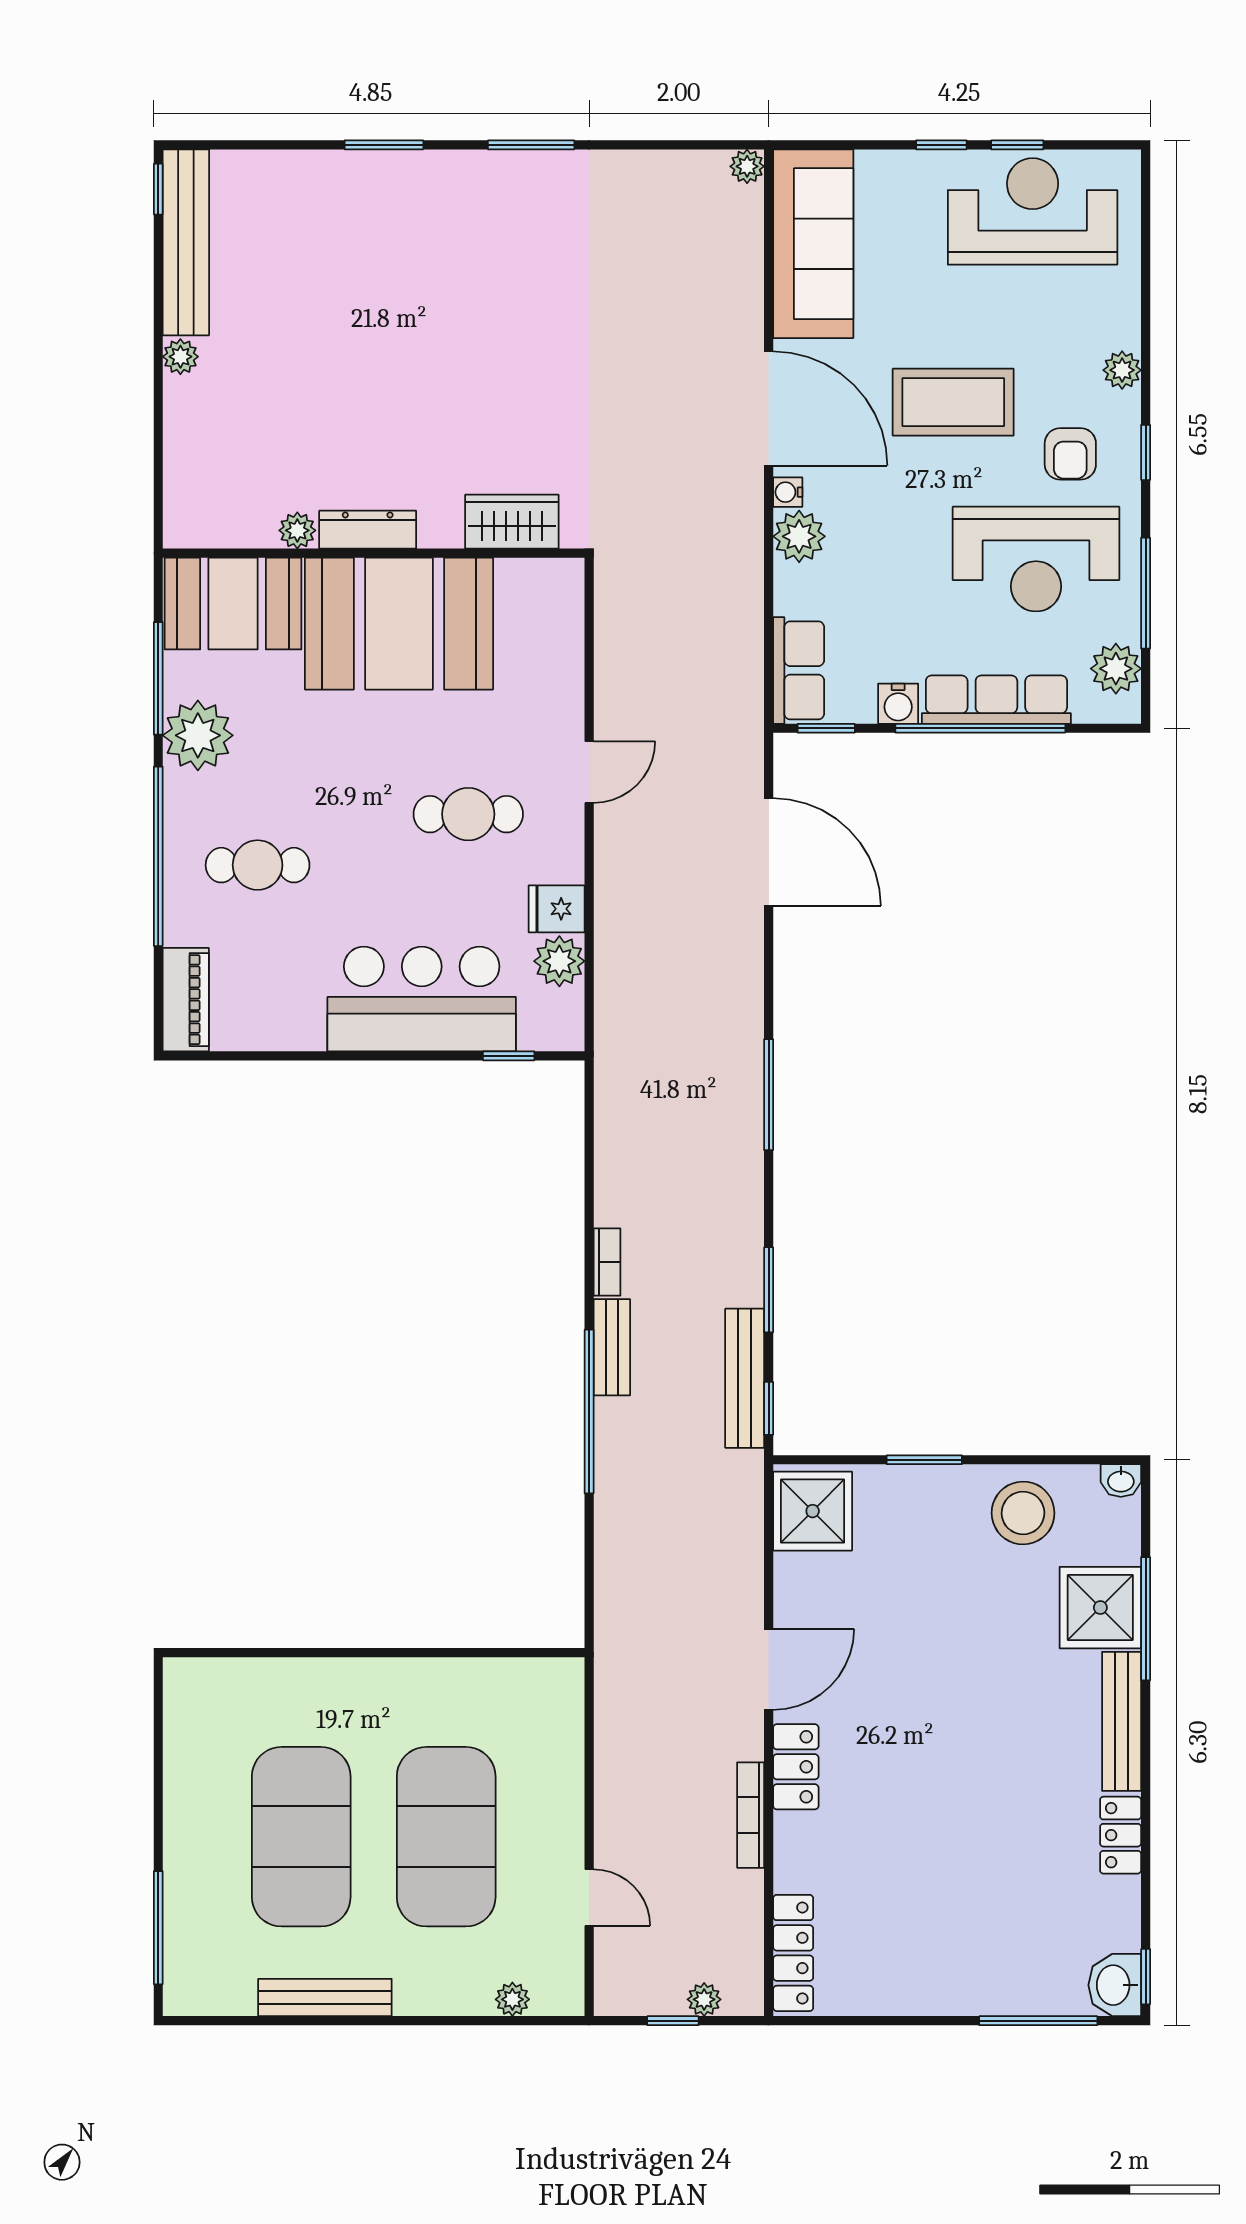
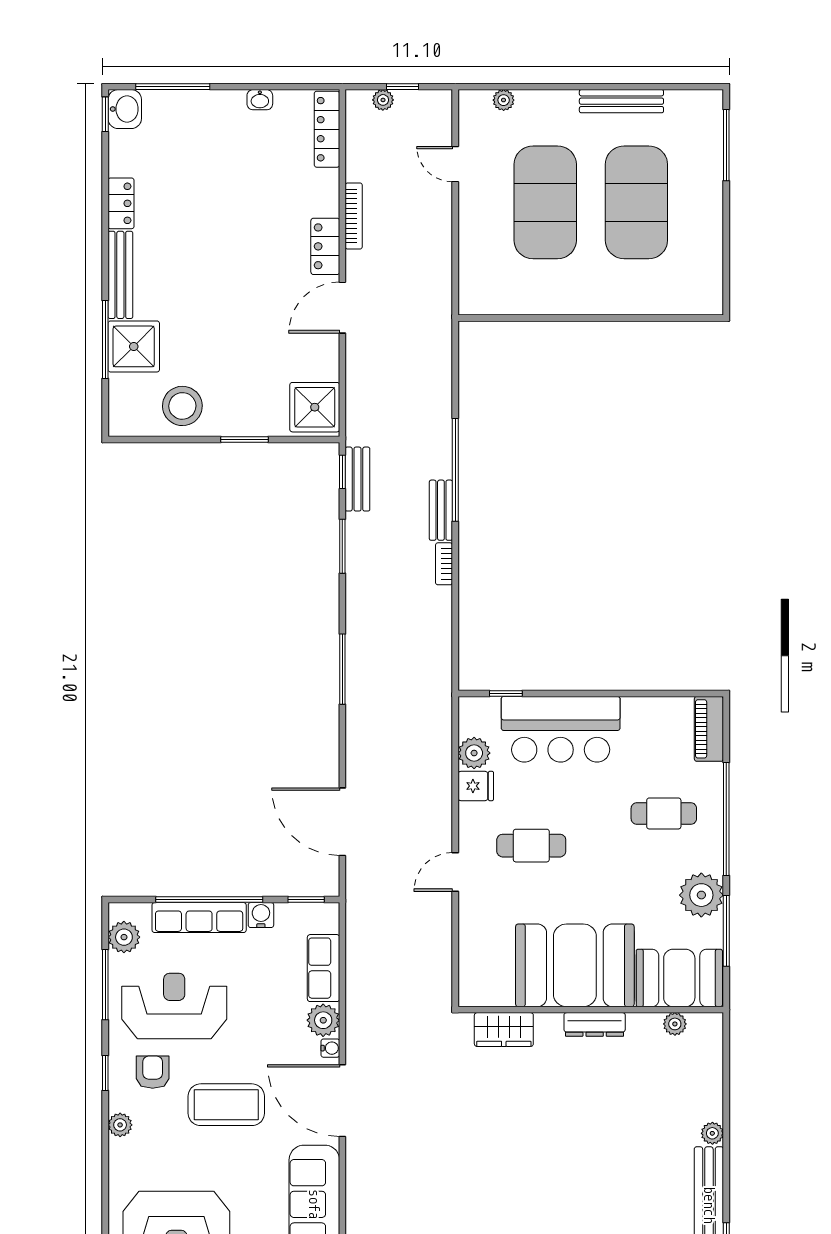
plant: (297, 530) -> (675, 1024), moved
row of seats: (799, 670) -> (324, 968), moved
bench: (745, 1378) -> (357, 479), width x0.73
washbasin: (1121, 1481) -> (260, 100), moved, turned 180

